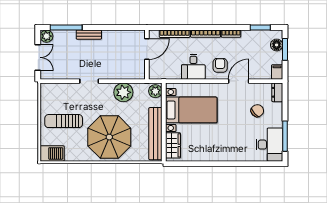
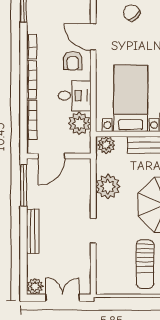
window: (66, 27) -> (23, 186), moved
bench: (89, 35) -> (33, 231), width x1.36
door: (147, 49) -> (52, 156), swing flipped
armchair: (220, 65) -> (73, 61), turned -90
plant: (172, 70) -> (79, 124), added

